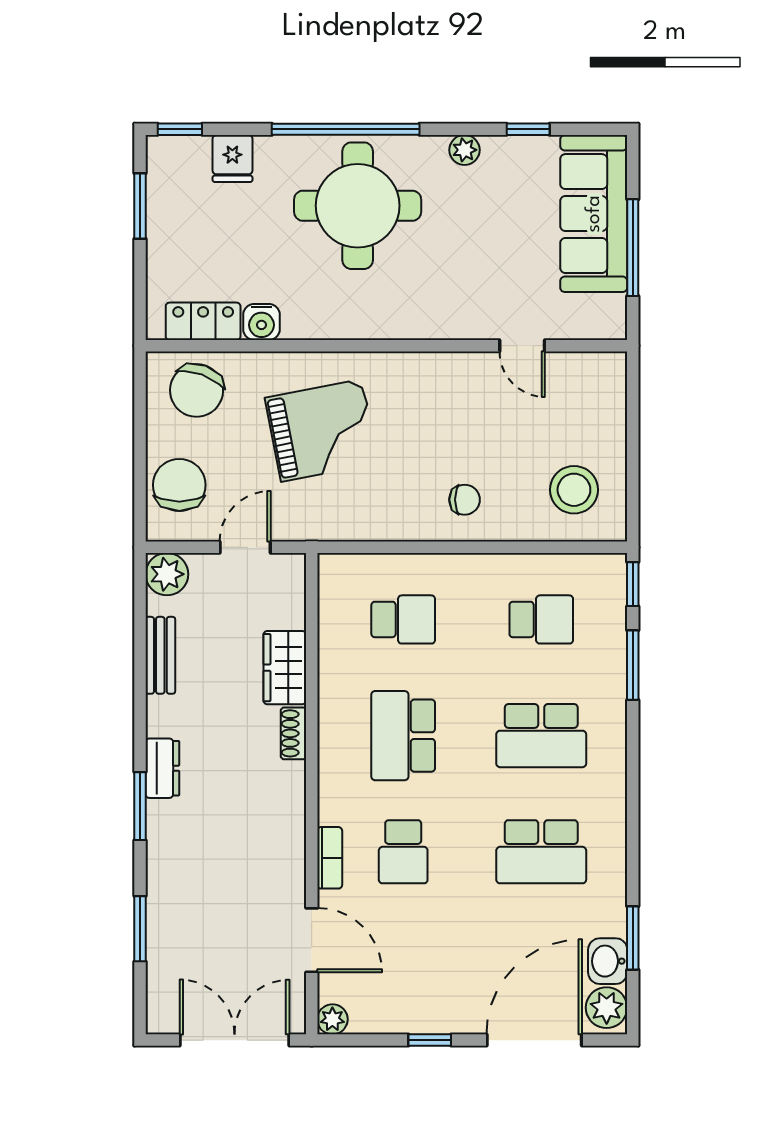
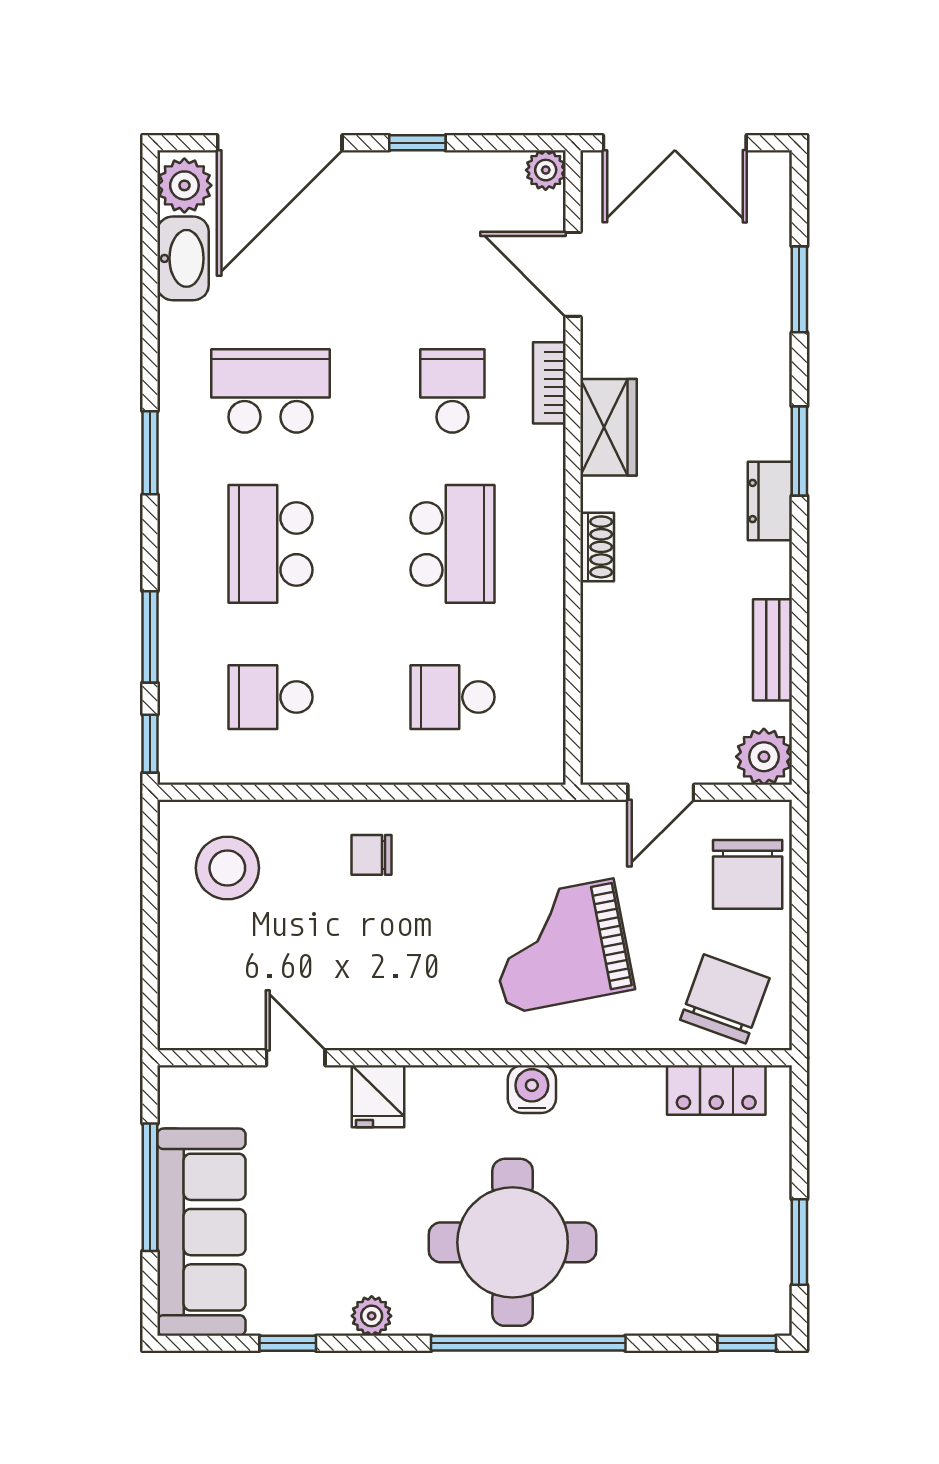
fridge: (232, 158) -> (378, 1096), moved, turned 180
water cooler: (261, 322) -> (532, 1089), moved
wardrobe: (285, 668) -> (608, 427), moved
school desk: (541, 736) -> (271, 544), turned -90
window: (633, 938) -> (150, 453), moved
washbasin: (608, 961) -> (183, 258), width x1.38

